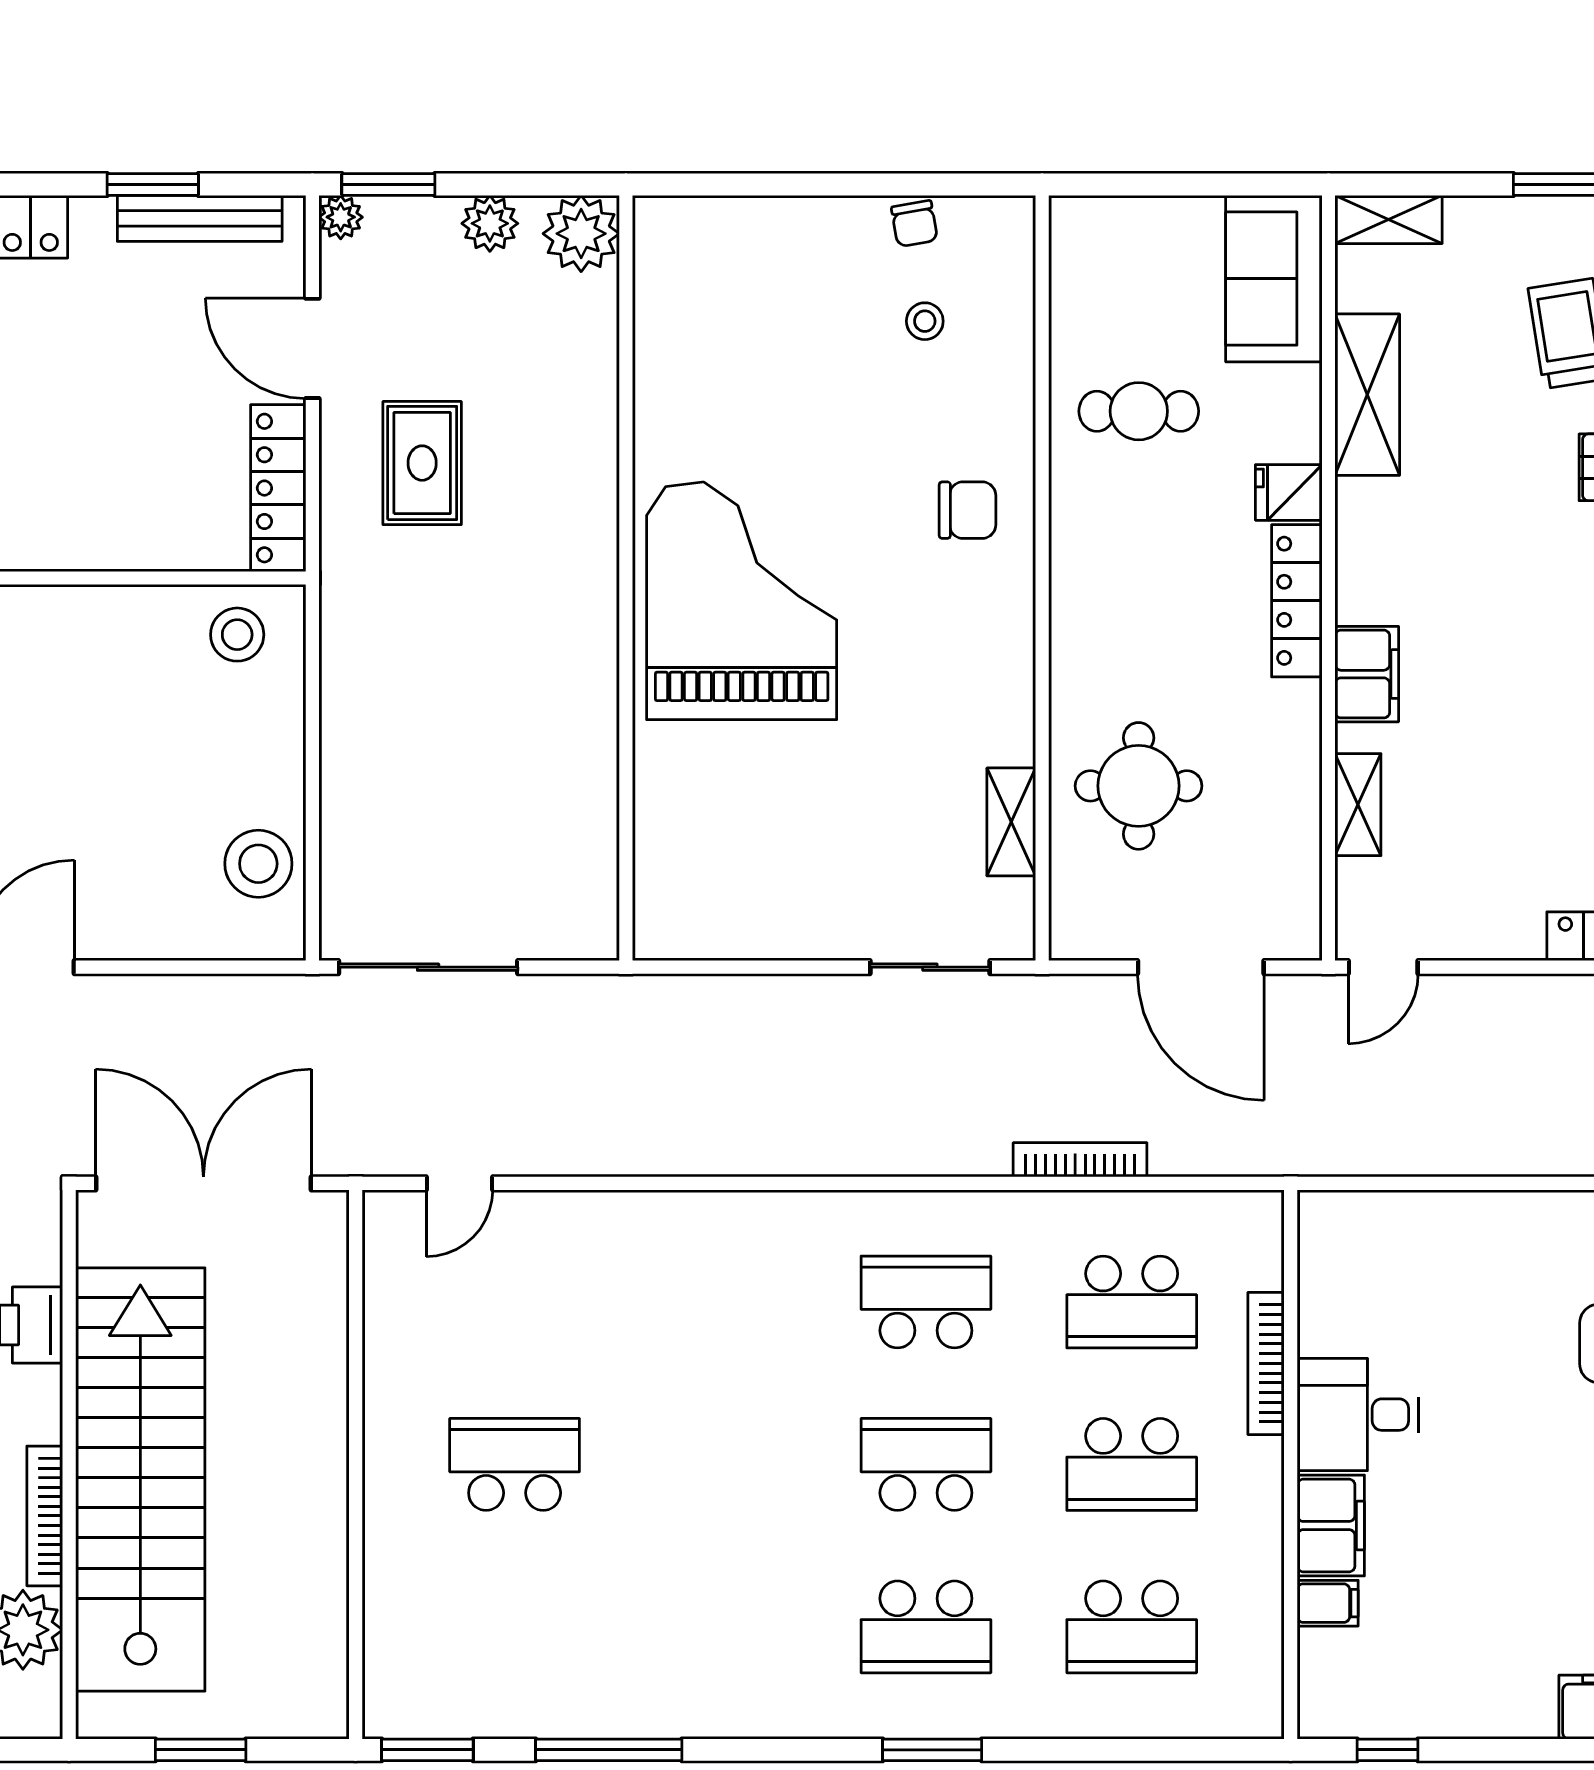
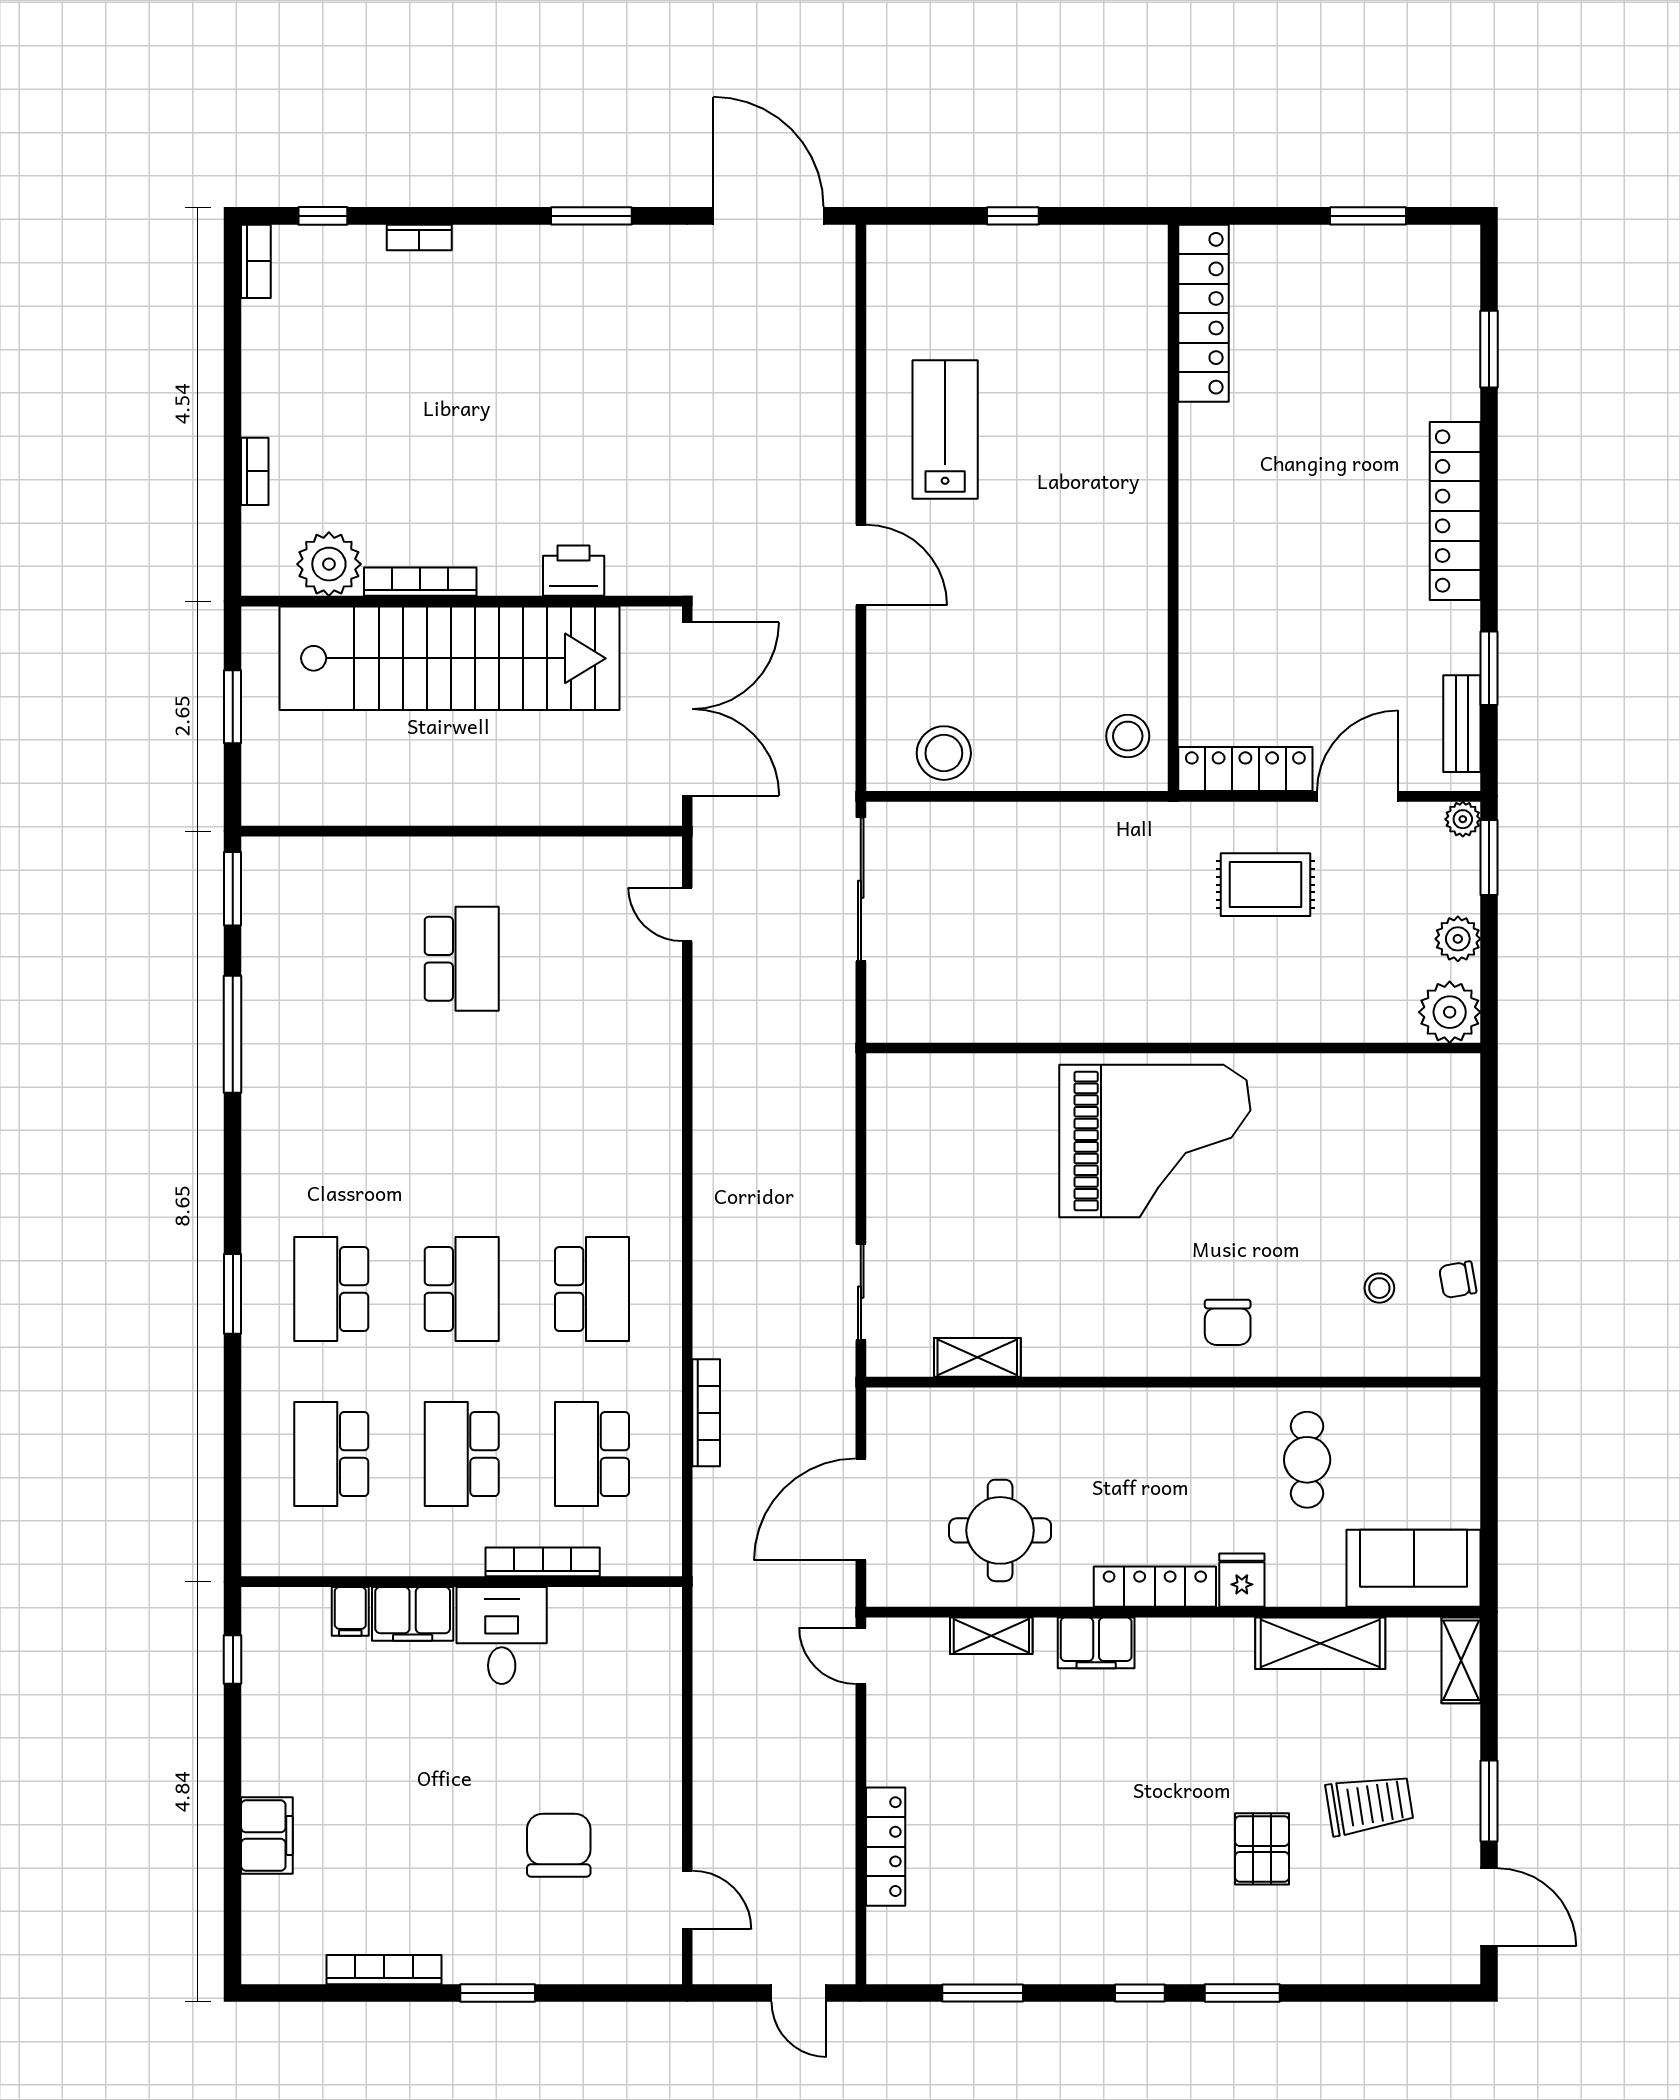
bench: (200, 218) -> (1462, 724), width x0.73
round table: (1139, 786) -> (1000, 1530), moved

